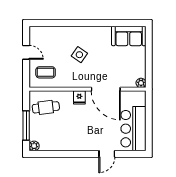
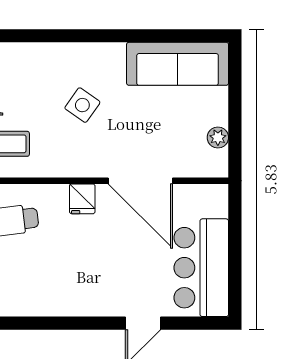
sofa: (129, 36) -> (178, 64), width x1.36
plant: (141, 83) -> (218, 137), moved

